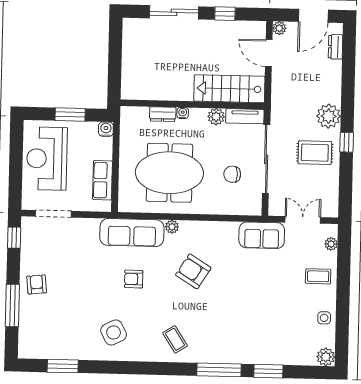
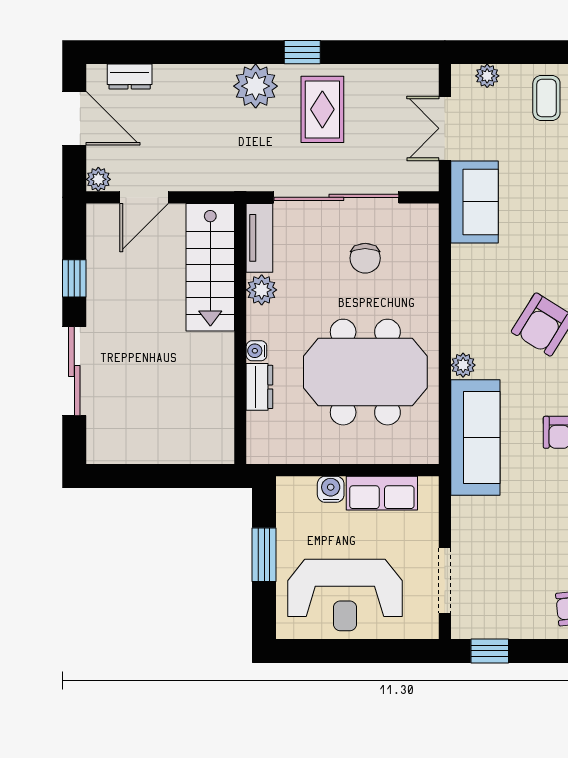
water cooler: (106, 129) -> (331, 489), moved, turned 90
meeting table: (169, 173) -> (365, 372), turned 90

